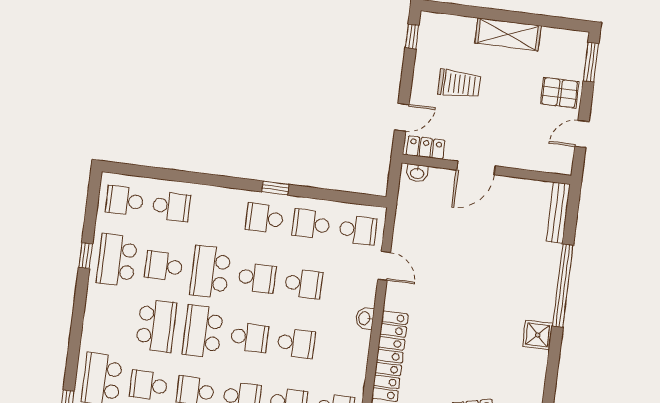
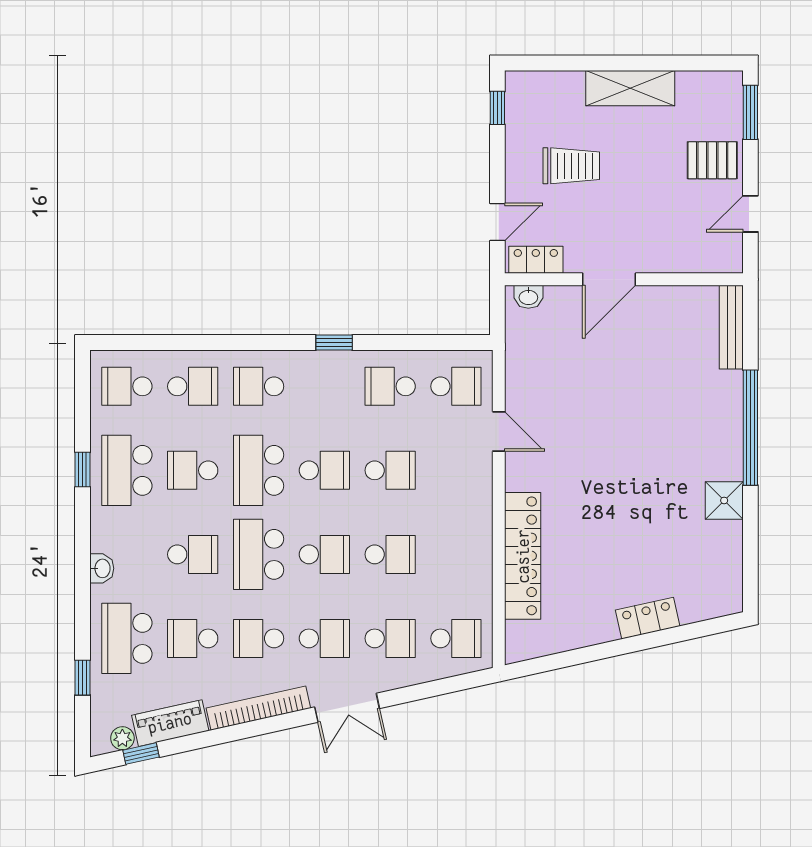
school desk: (264, 218) -> (259, 386), moved
washbasin: (365, 318) -> (102, 568), moved, turned 180
school desk: (156, 326) -> (193, 554), width x0.54

